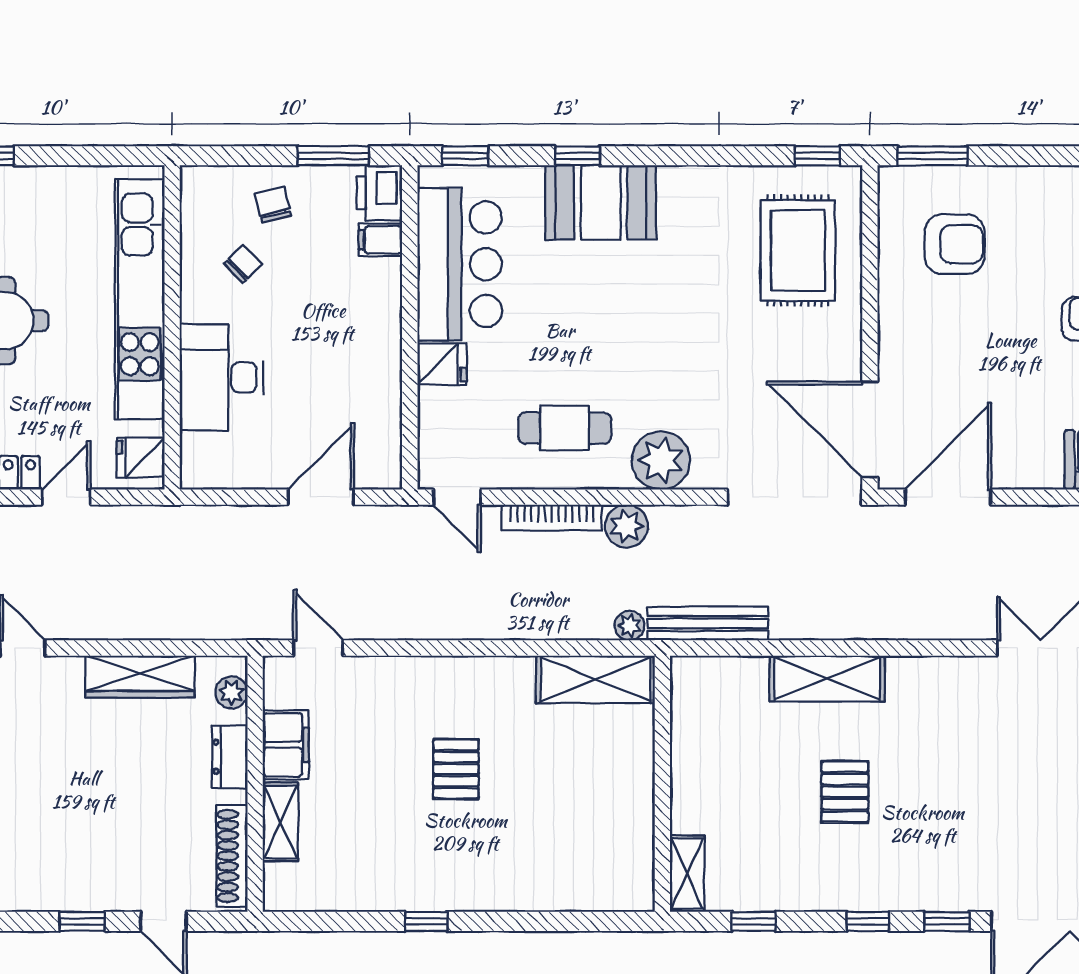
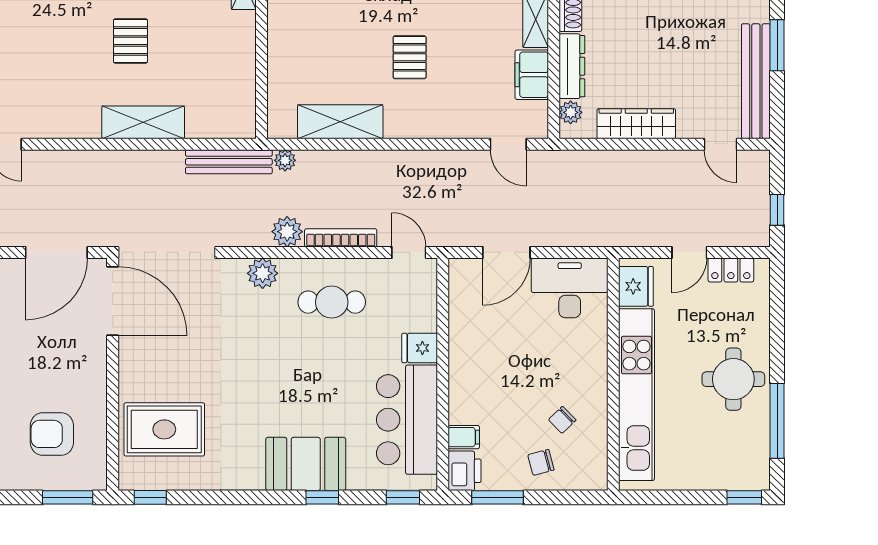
chair: (273, 205) -> (541, 462), turned 89
rug: (798, 251) -> (164, 429), turned 90
desk: (221, 377) -> (570, 288), moved, turned -90
fridge: (141, 458) -> (636, 286), width x1.38
plant: (661, 460) -> (263, 273), width x0.73, depth x0.73
shelving: (595, 679) -> (340, 122), moved
dresser: (230, 757) -> (572, 66), width x1.44

